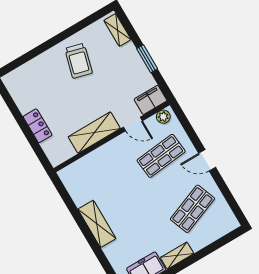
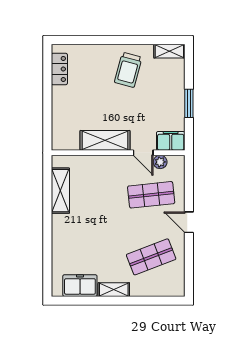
shelving: (117, 30) -> (169, 51), moved, turned 90
plant: (163, 117) -> (160, 162), moved
locker: (38, 126) -> (59, 69), moved
shelving: (97, 224) -> (60, 191), moved

